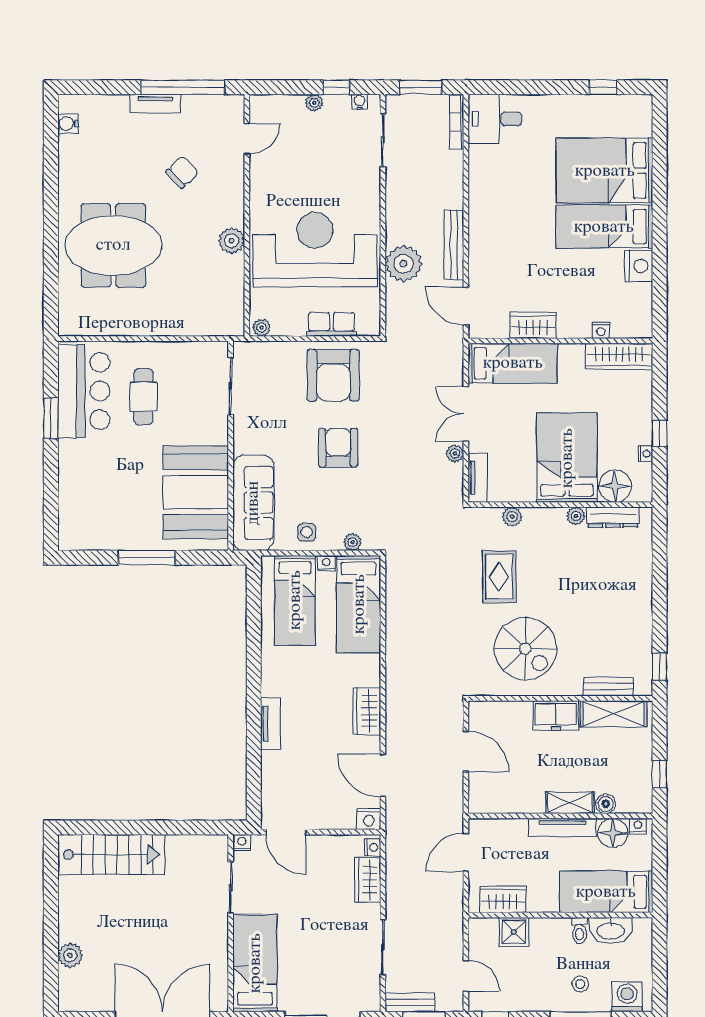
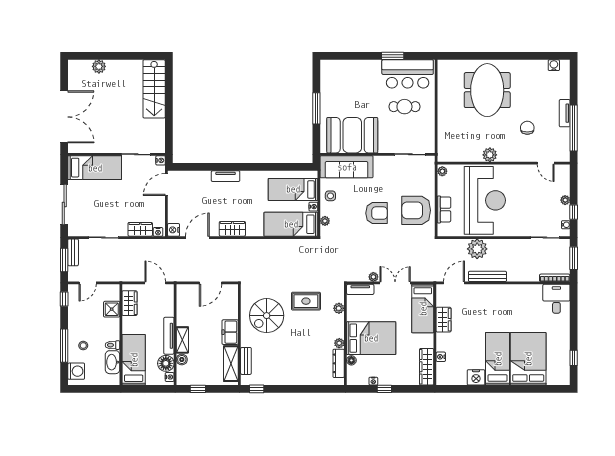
chair: (182, 172) -> (527, 128), turned -136
floor lamp: (615, 486) -> (351, 360), width x0.53, depth x0.53

